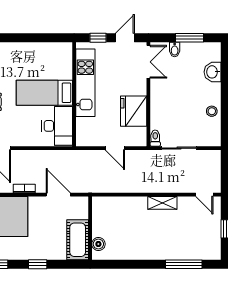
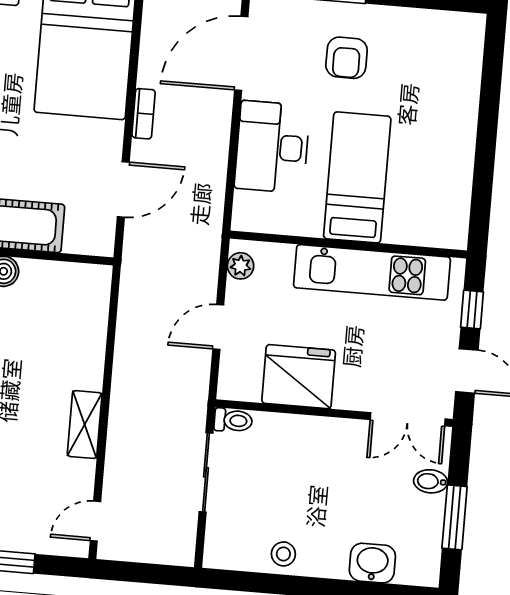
desk: (57, 126) -> (272, 147), moved, turned 90
plant: (87, 141) -> (241, 266), added

